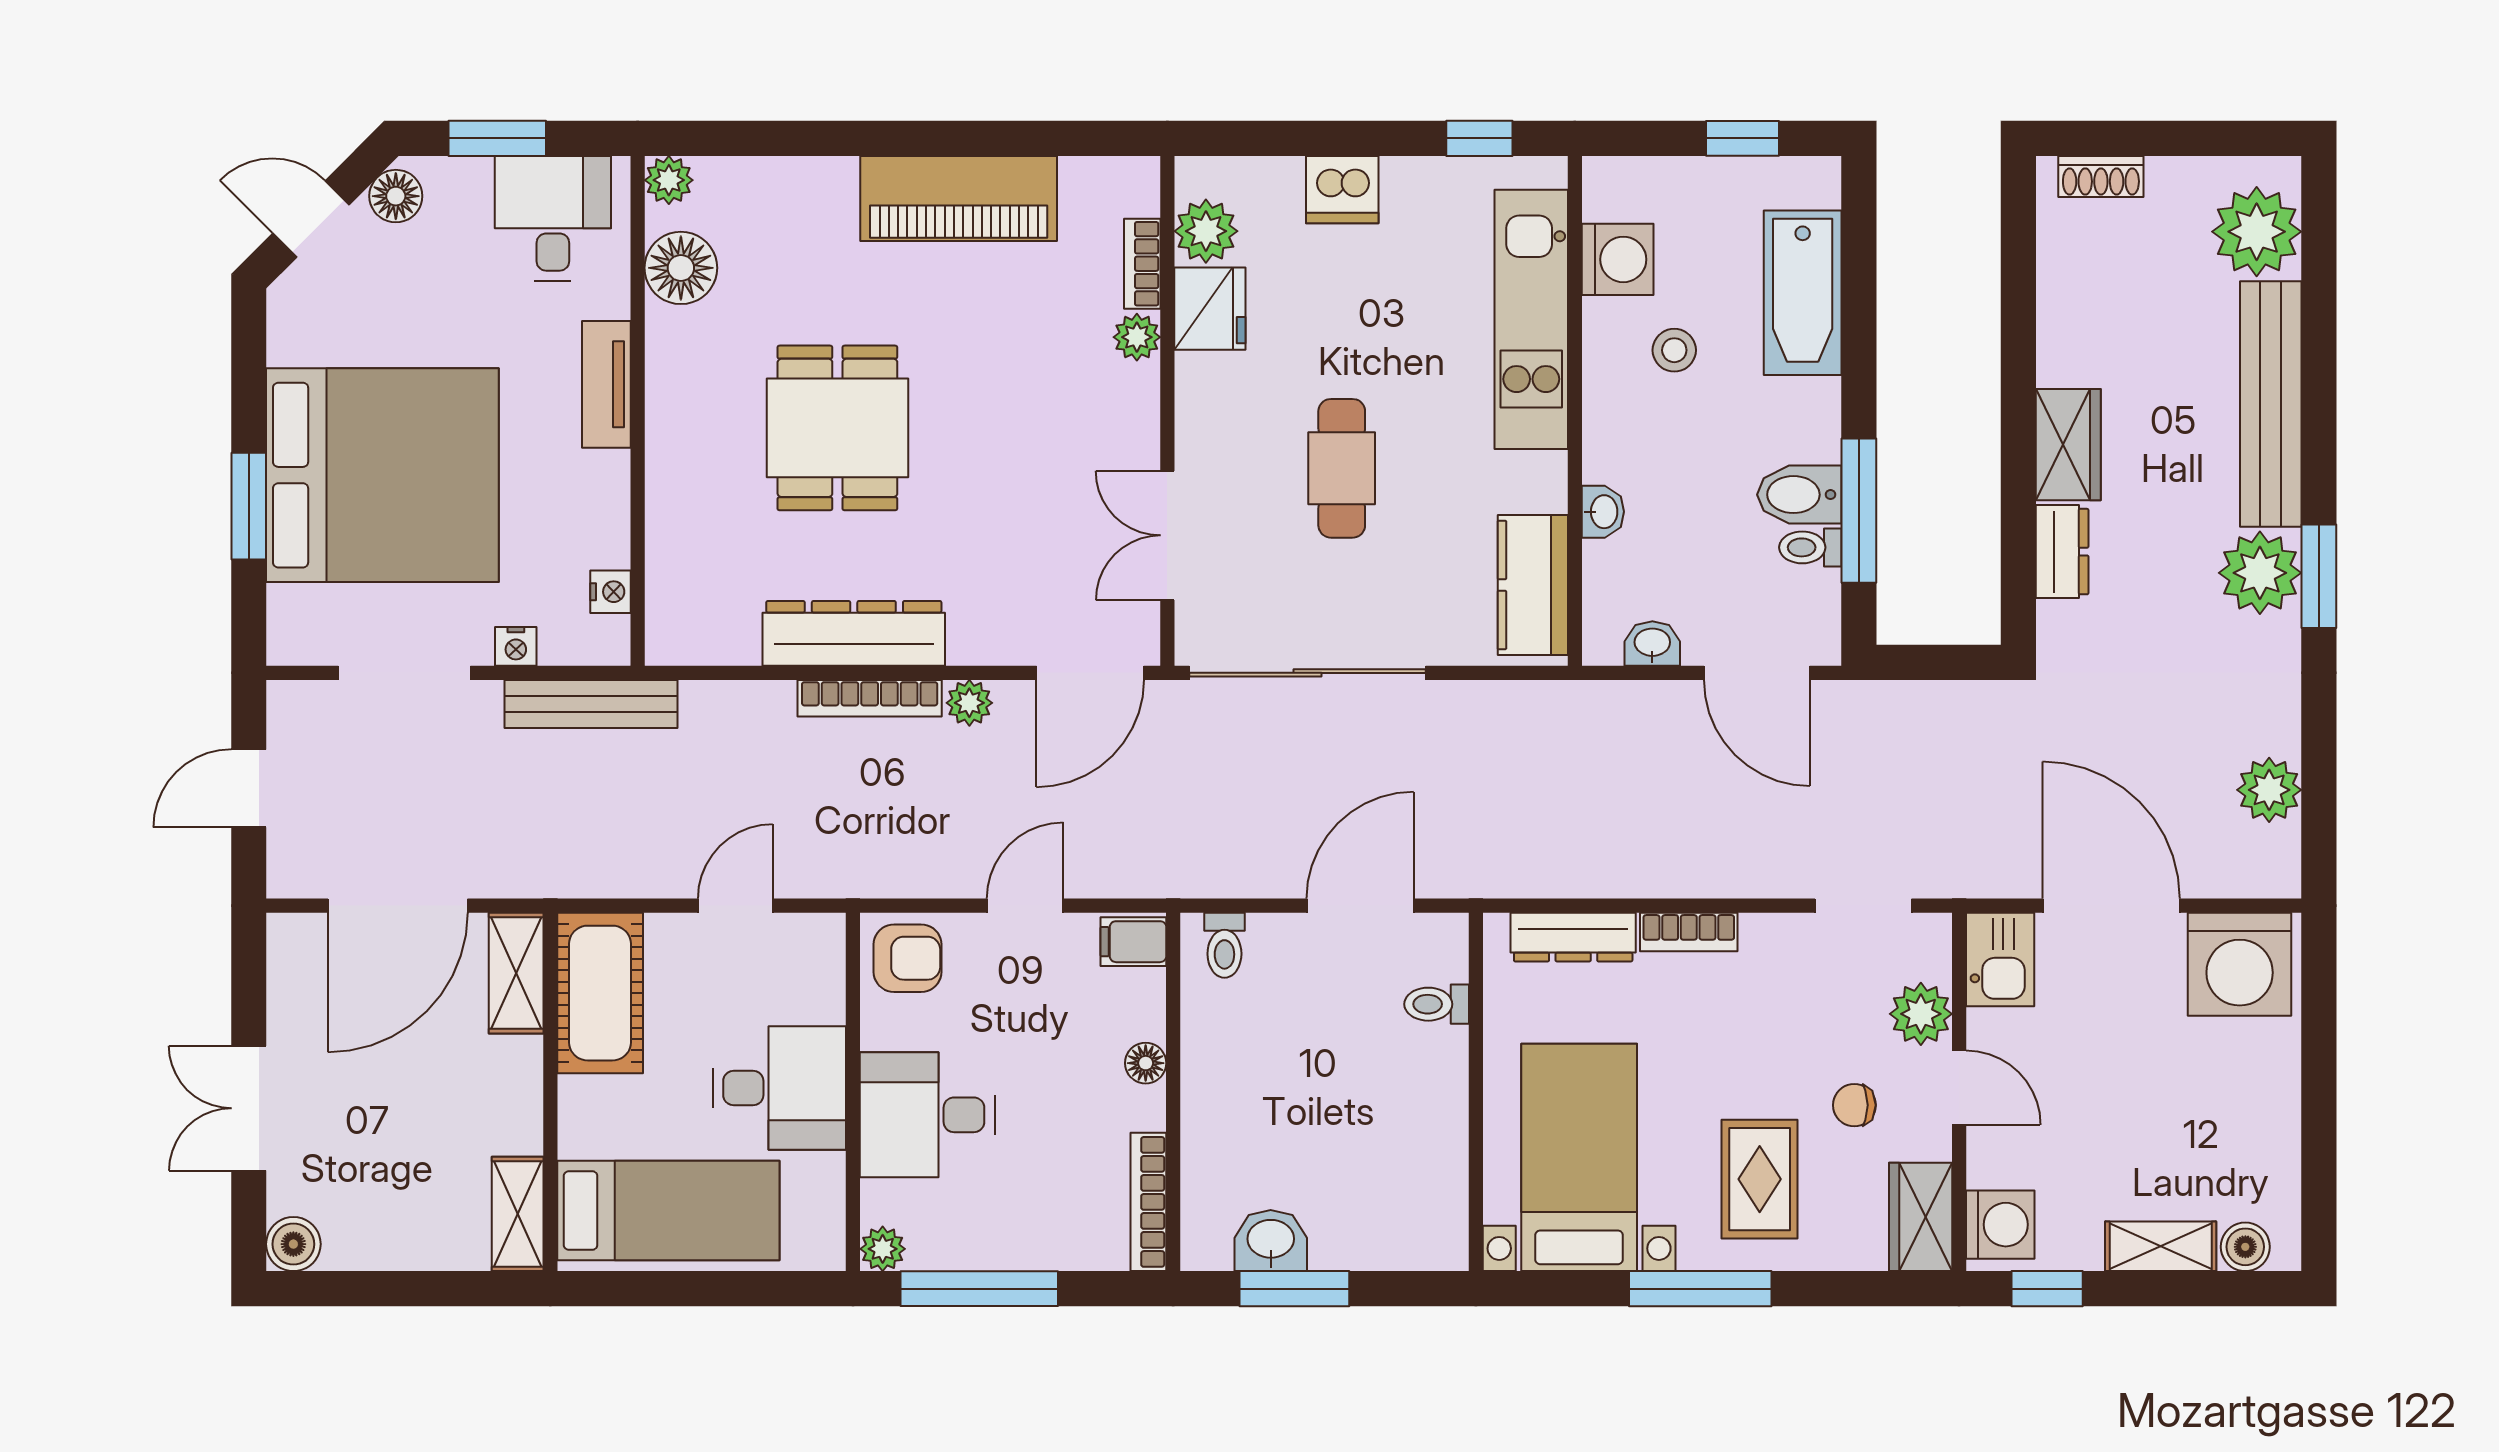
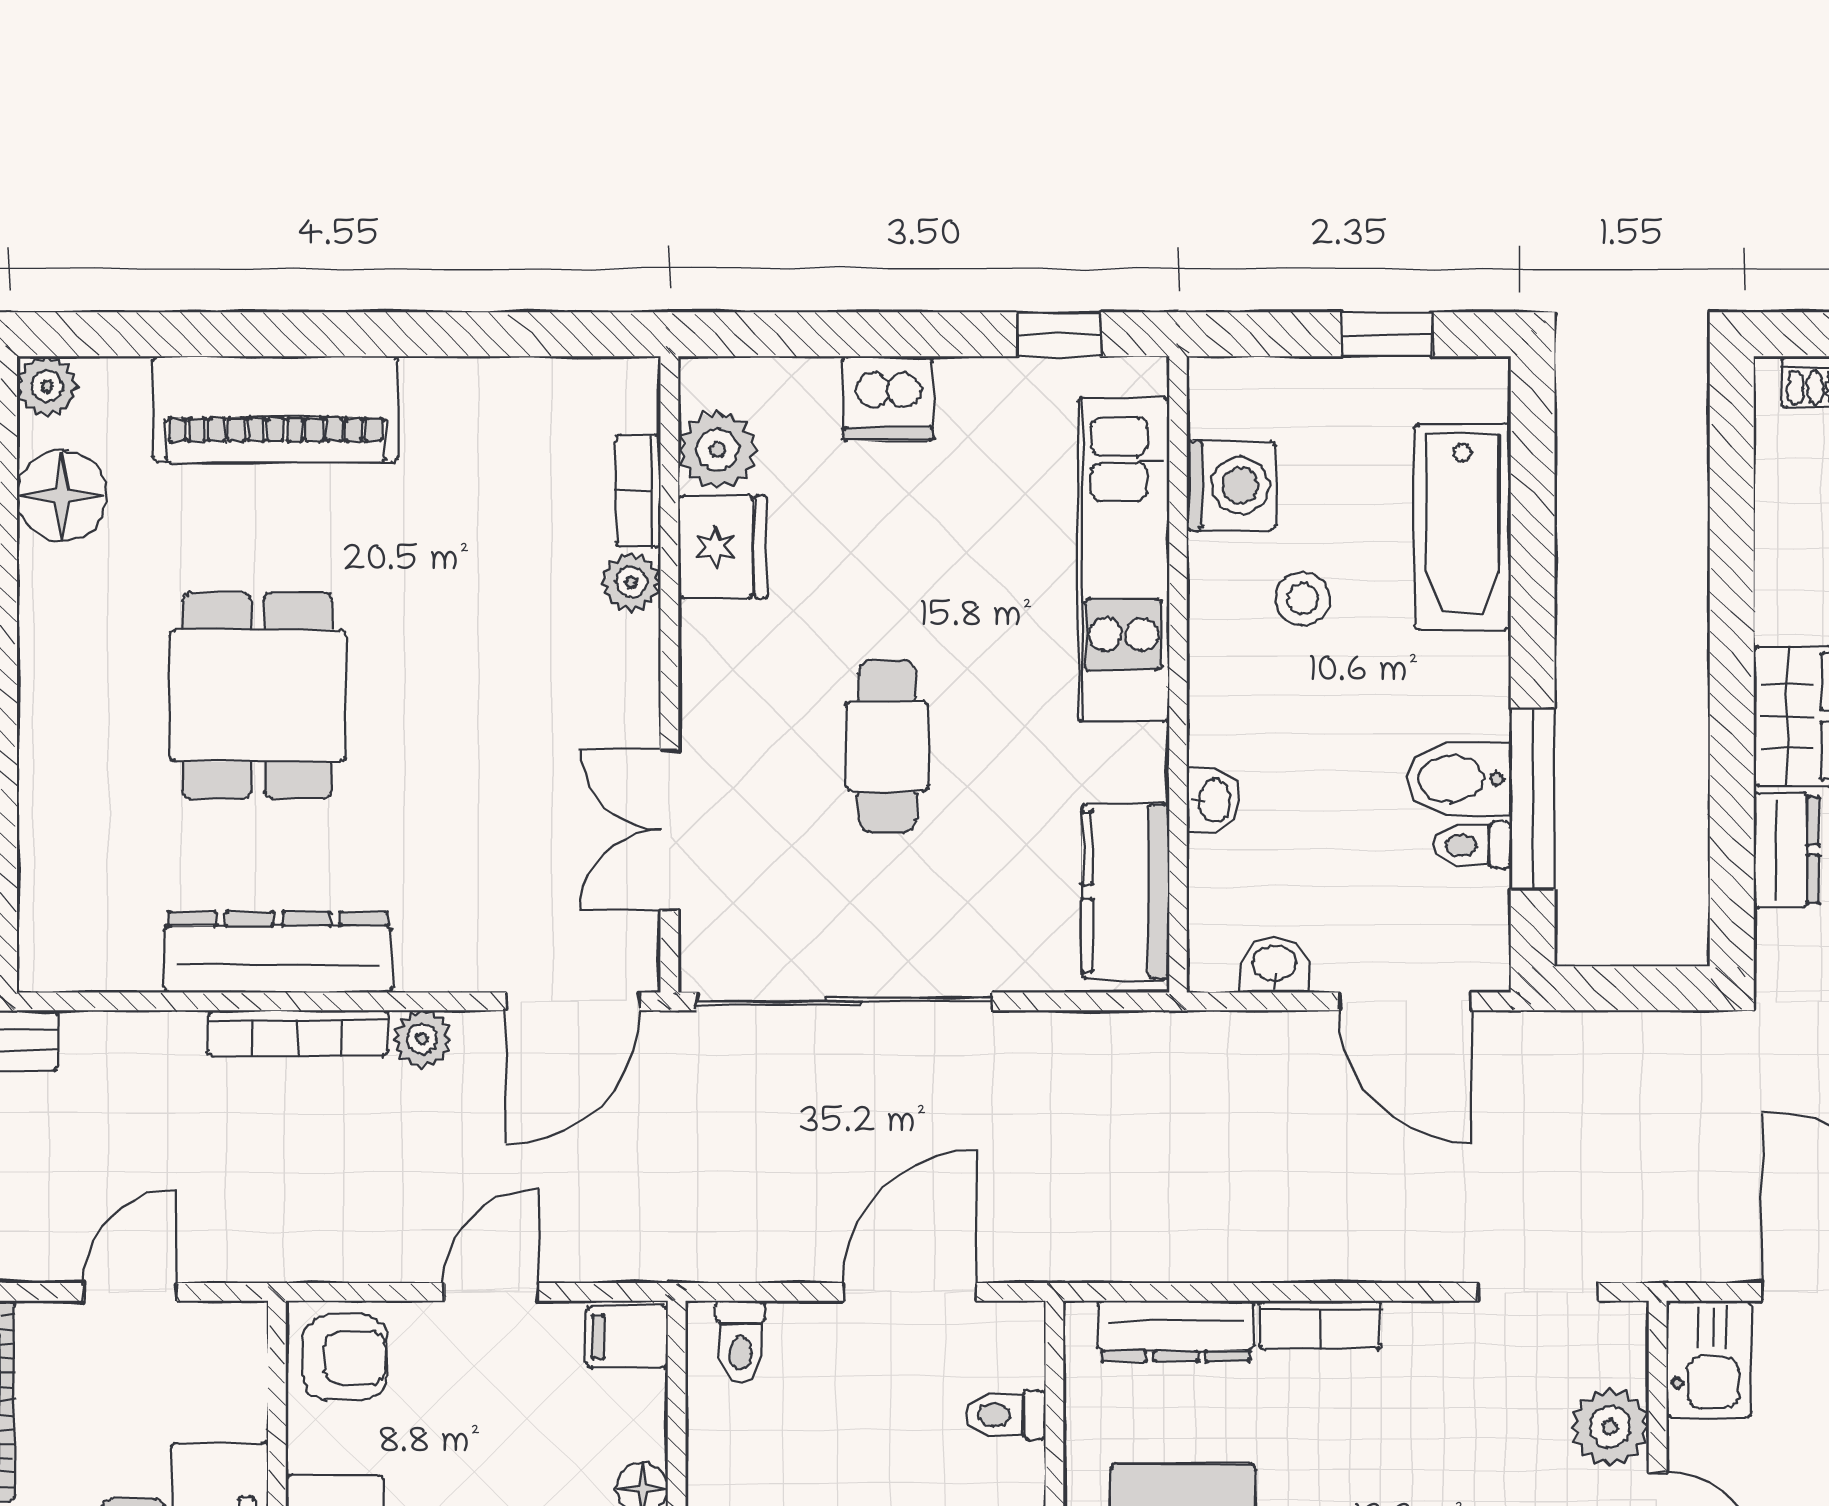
piano: (959, 199) -> (275, 409), moved

